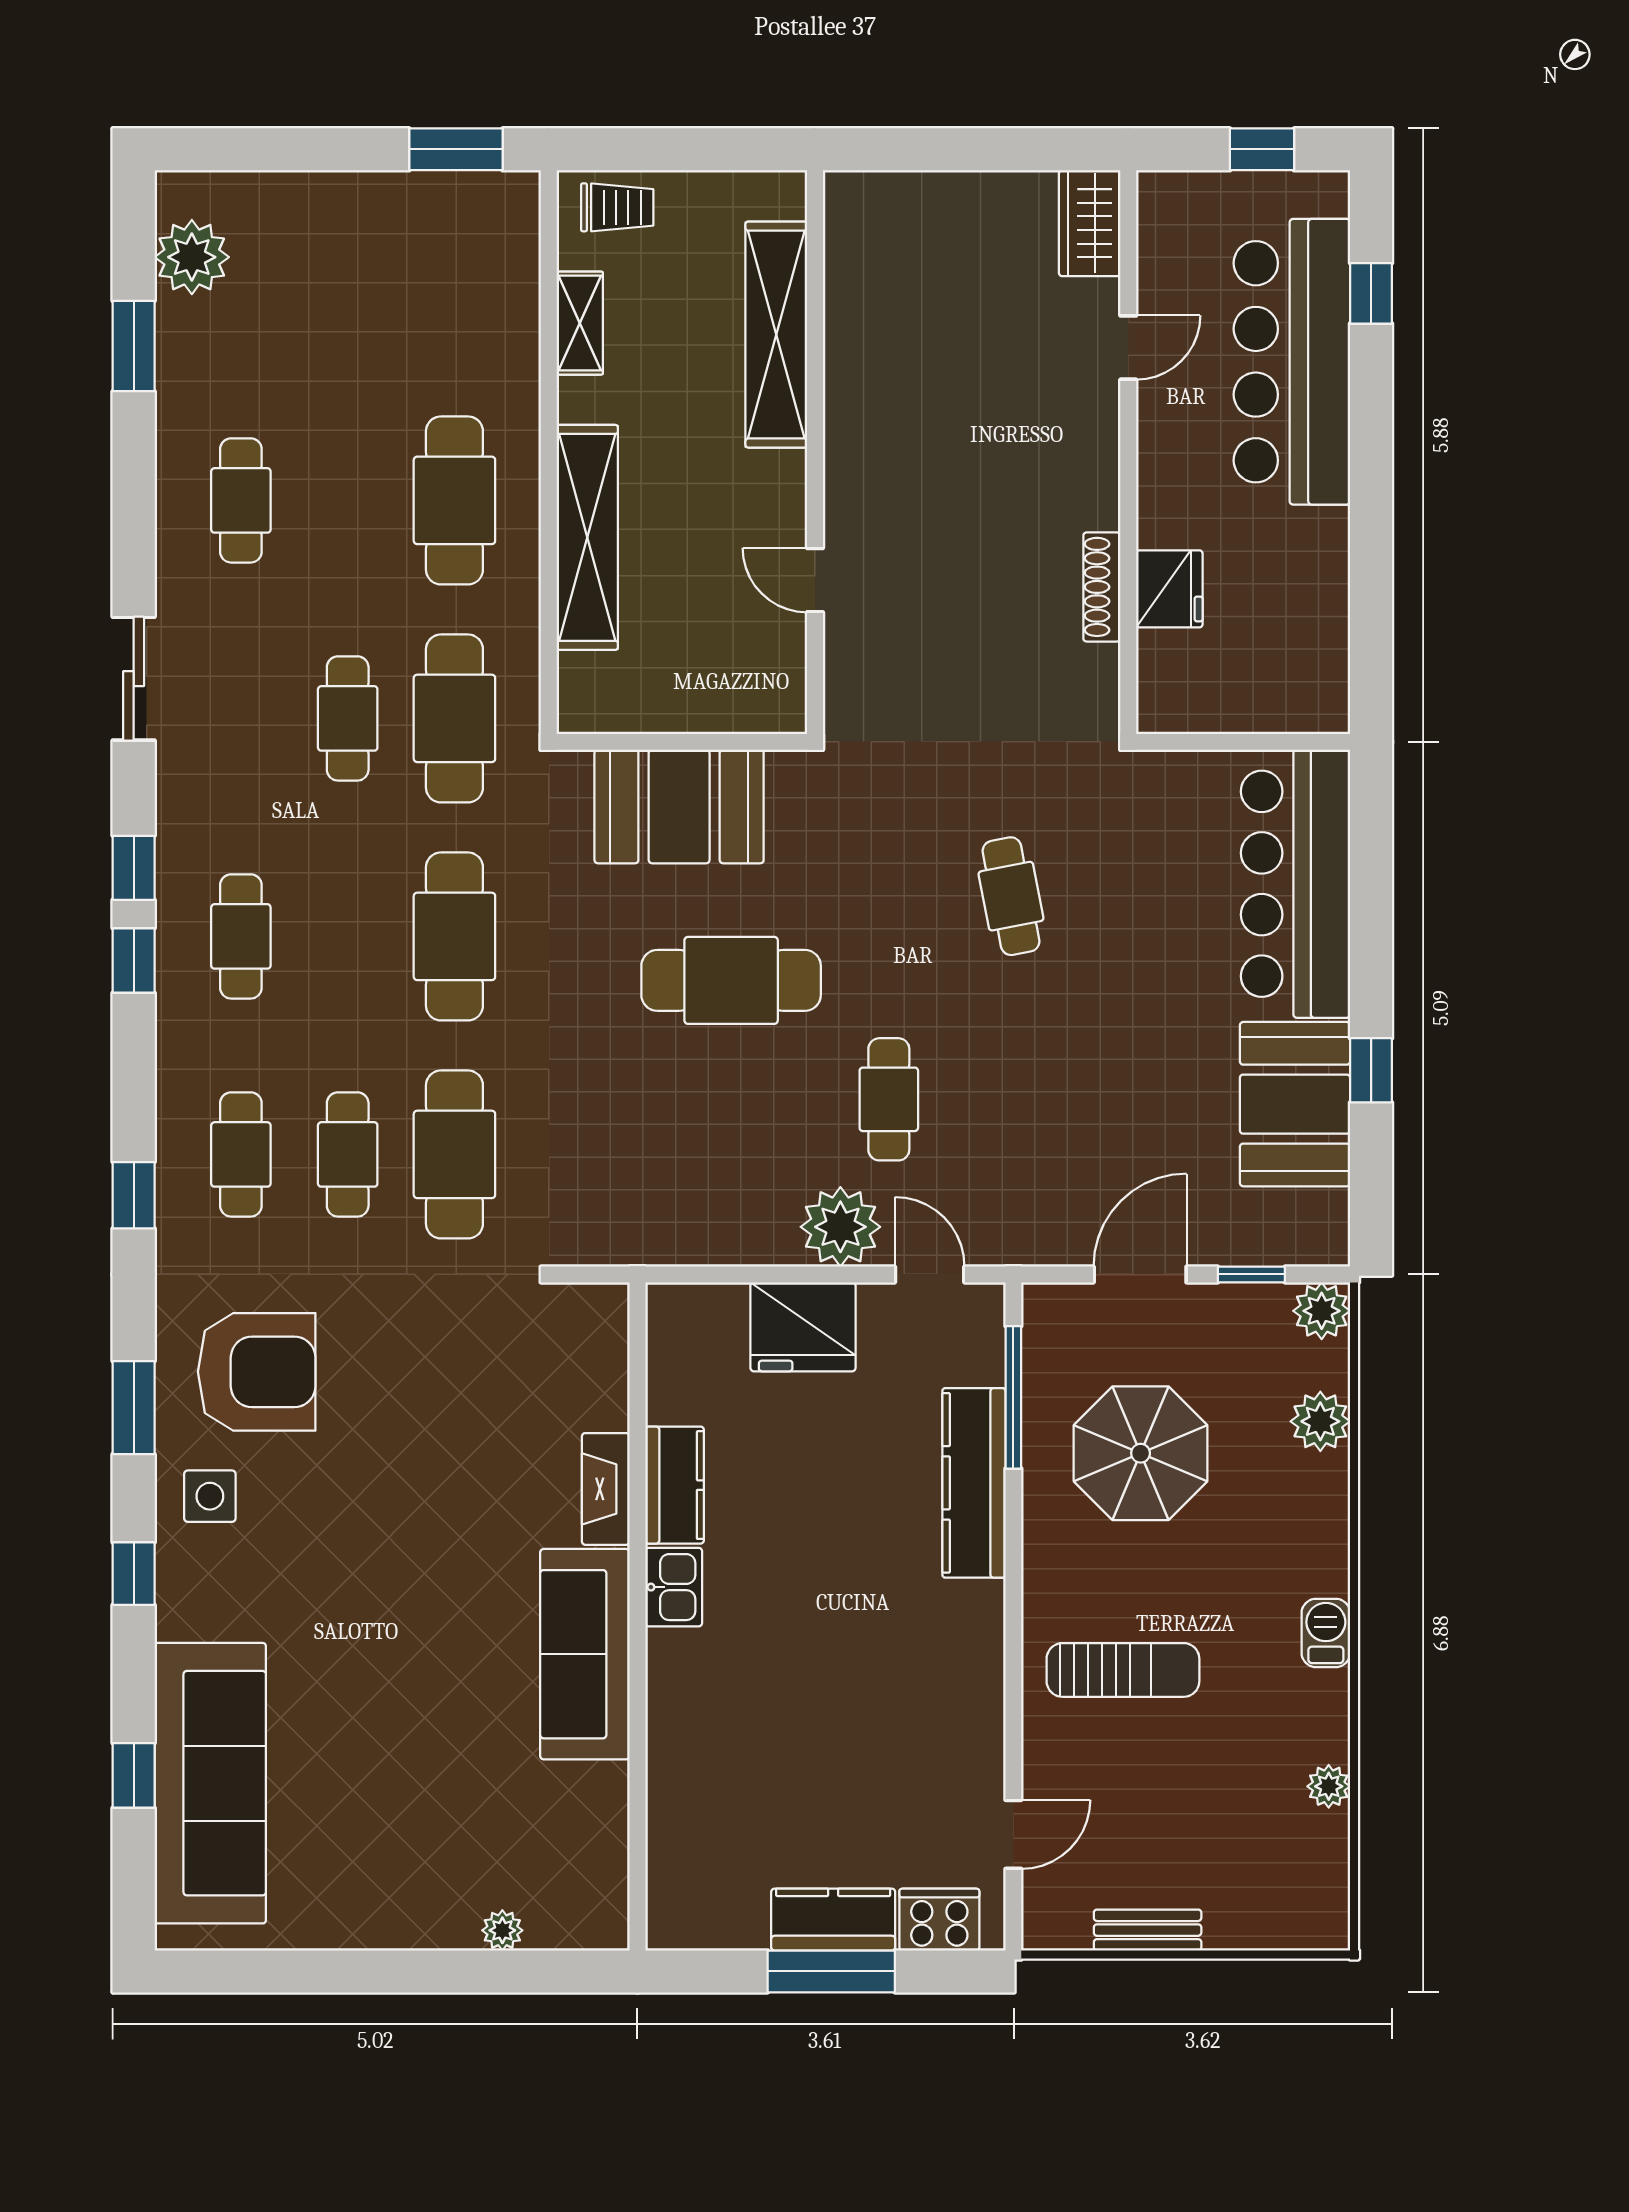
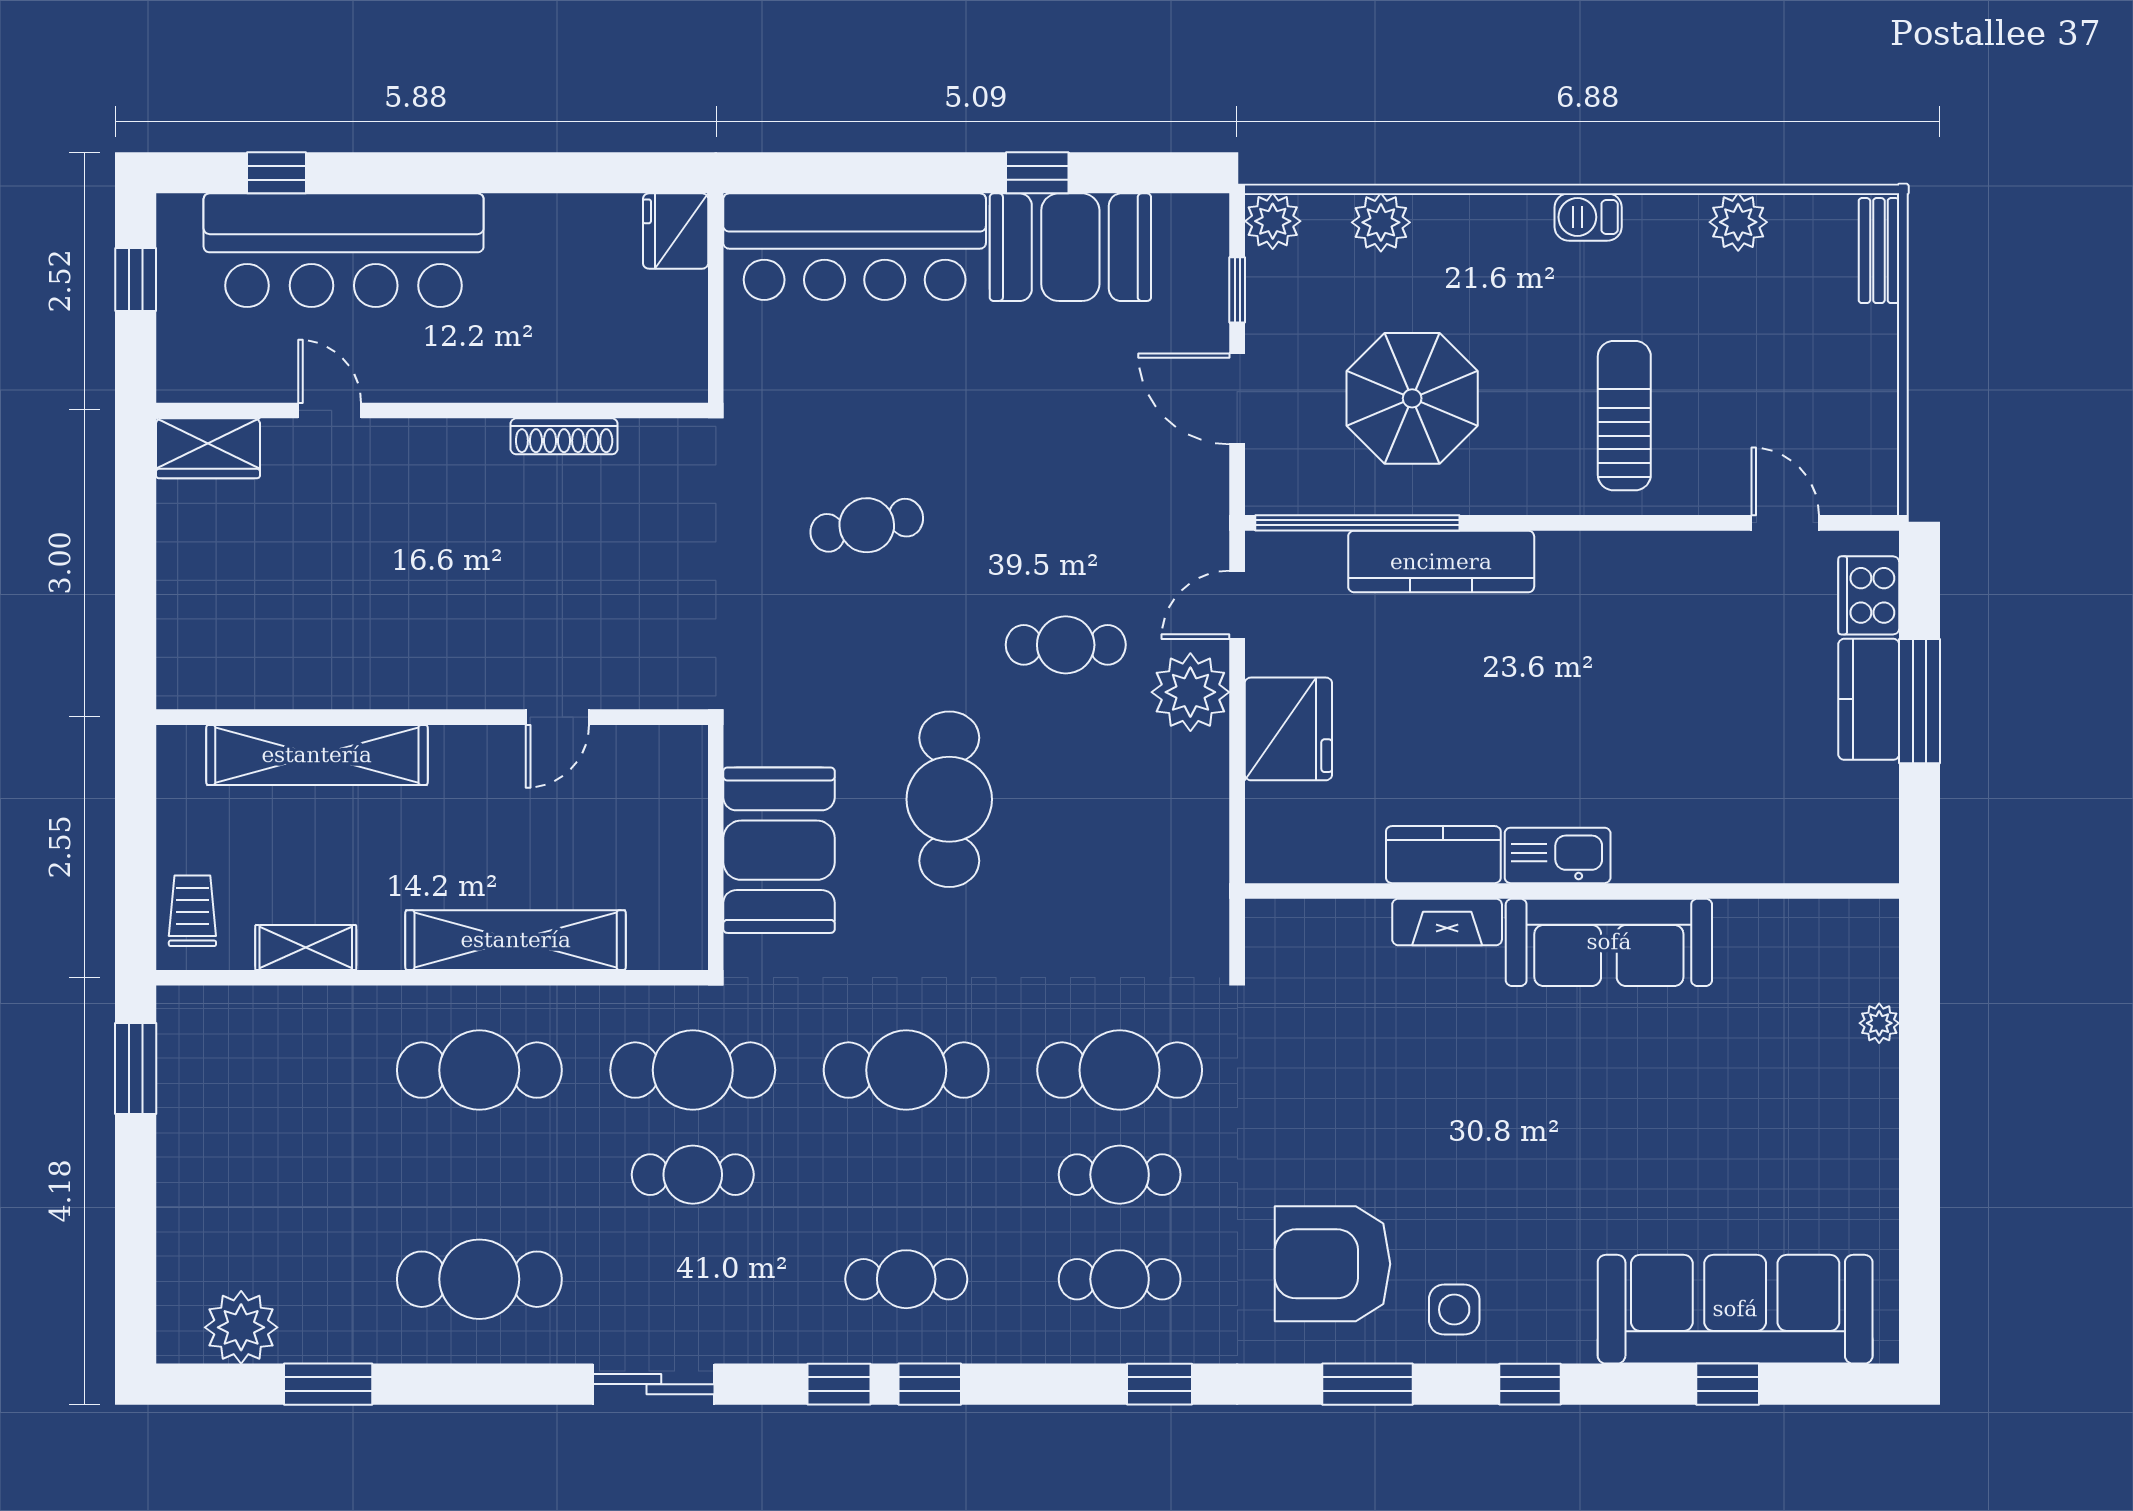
cafe table: (241, 500) -> (479, 1279), width x1.37, depth x1.35
fridge: (1169, 589) -> (676, 231), moved, turned -90
armchair: (257, 1372) -> (1333, 1264), turned -90
window: (1013, 1397) -> (1357, 523), width x1.46
kitchen sink: (674, 1587) -> (1558, 855), width x1.38
plant: (1329, 1786) -> (1738, 222), width x1.38, depth x1.38
bench: (1148, 1930) -> (1879, 251), moved

